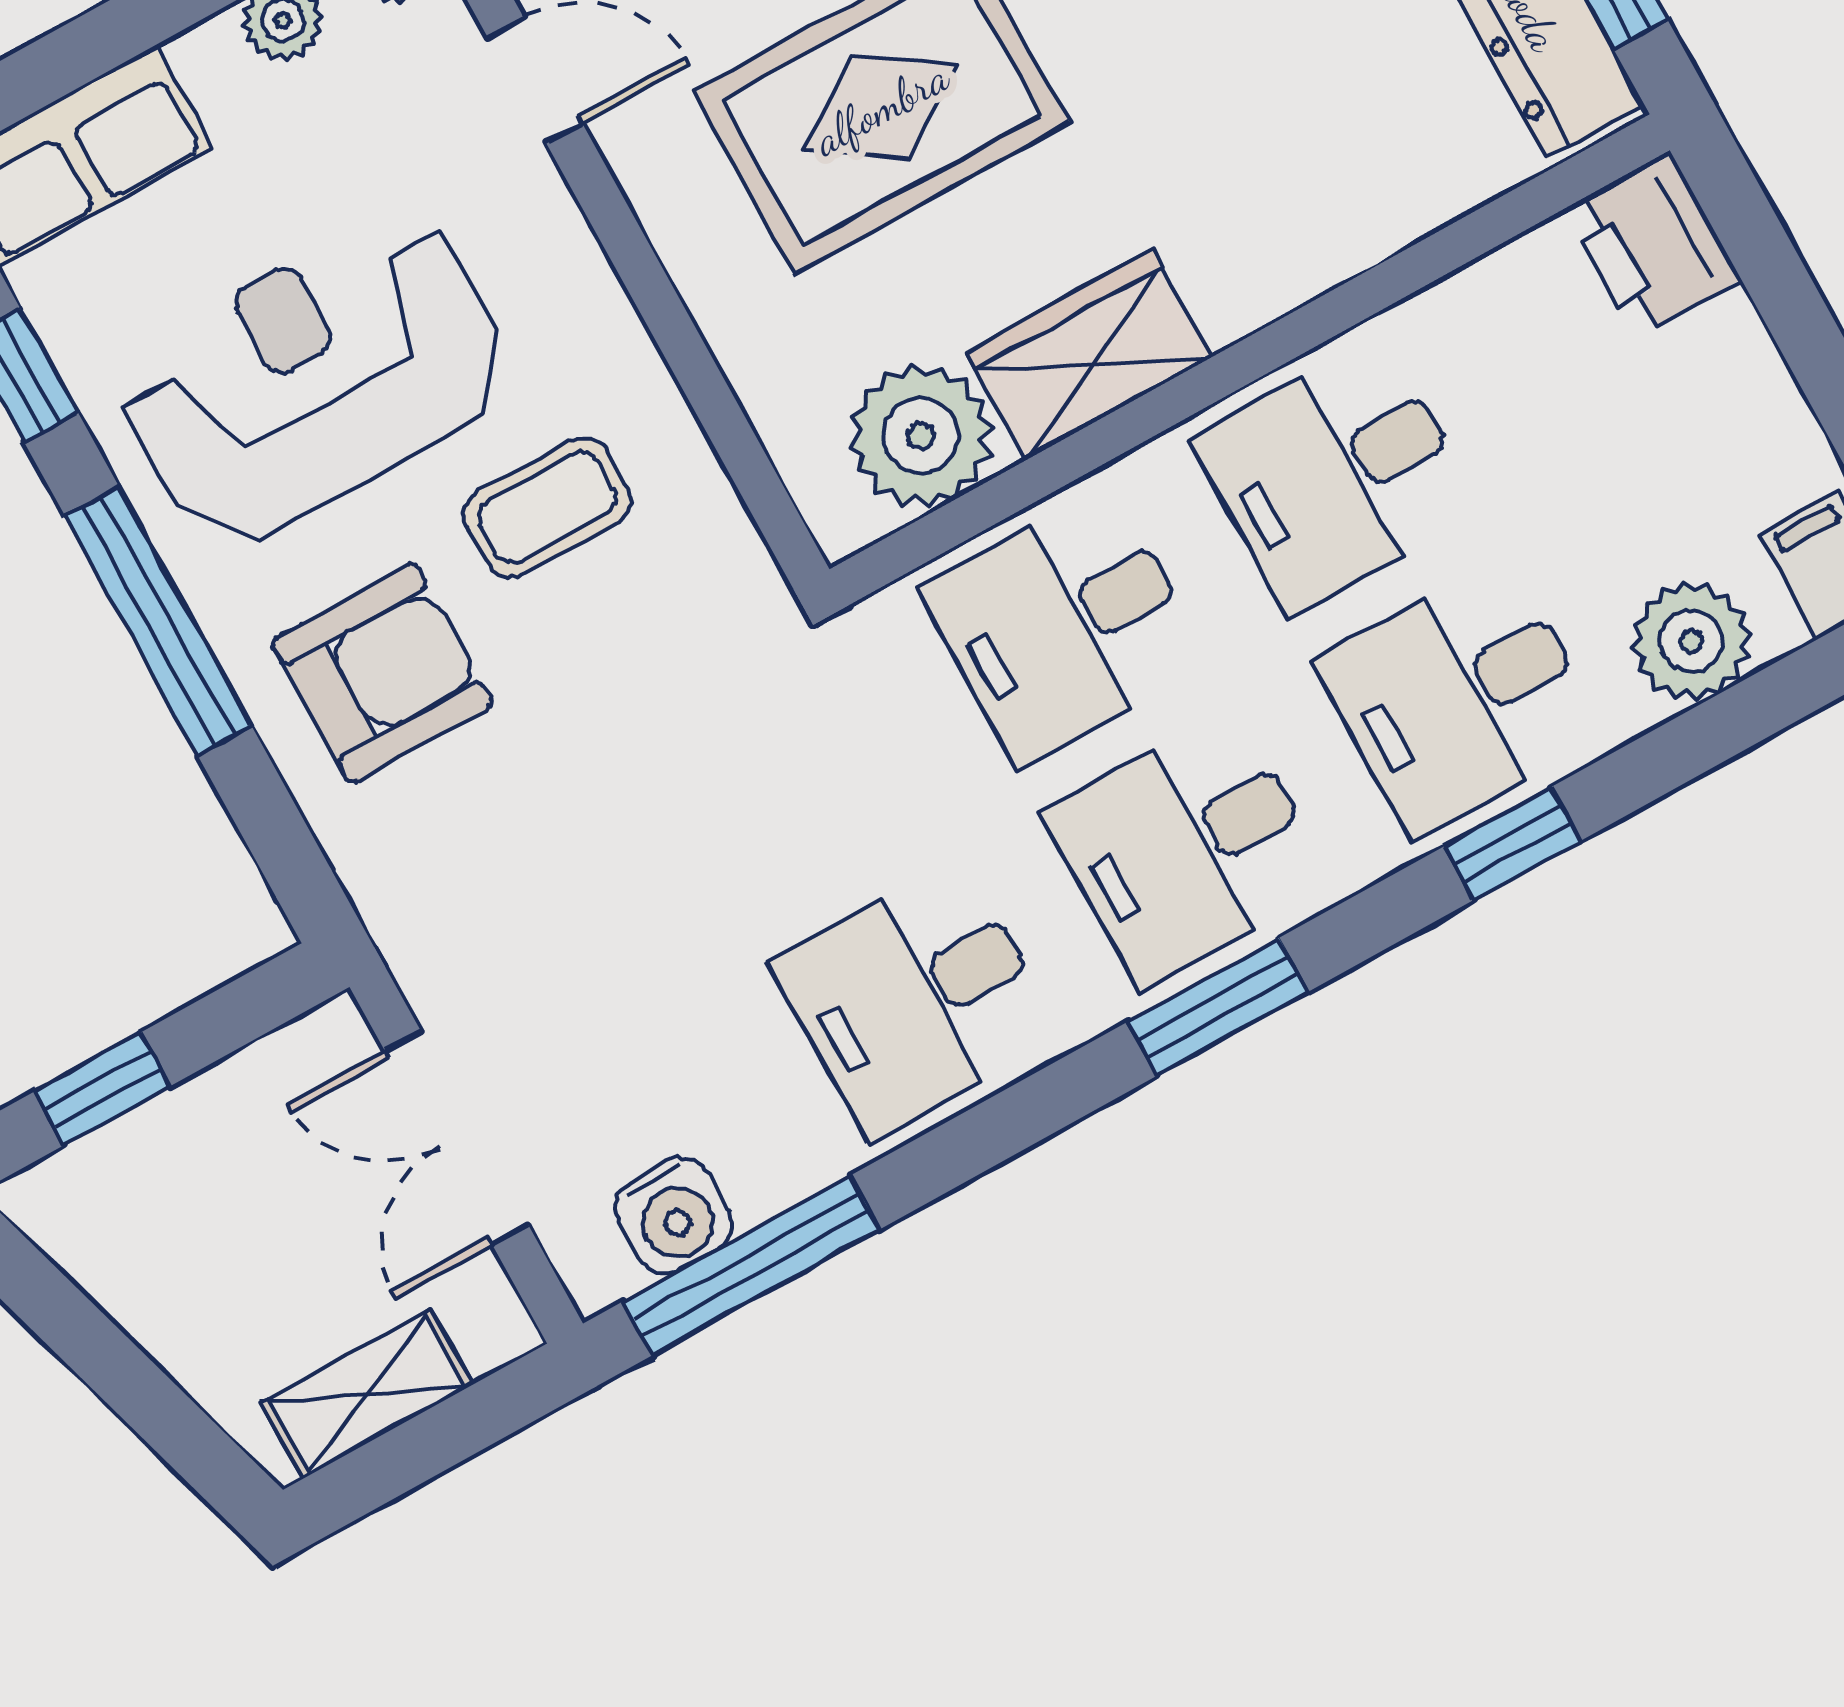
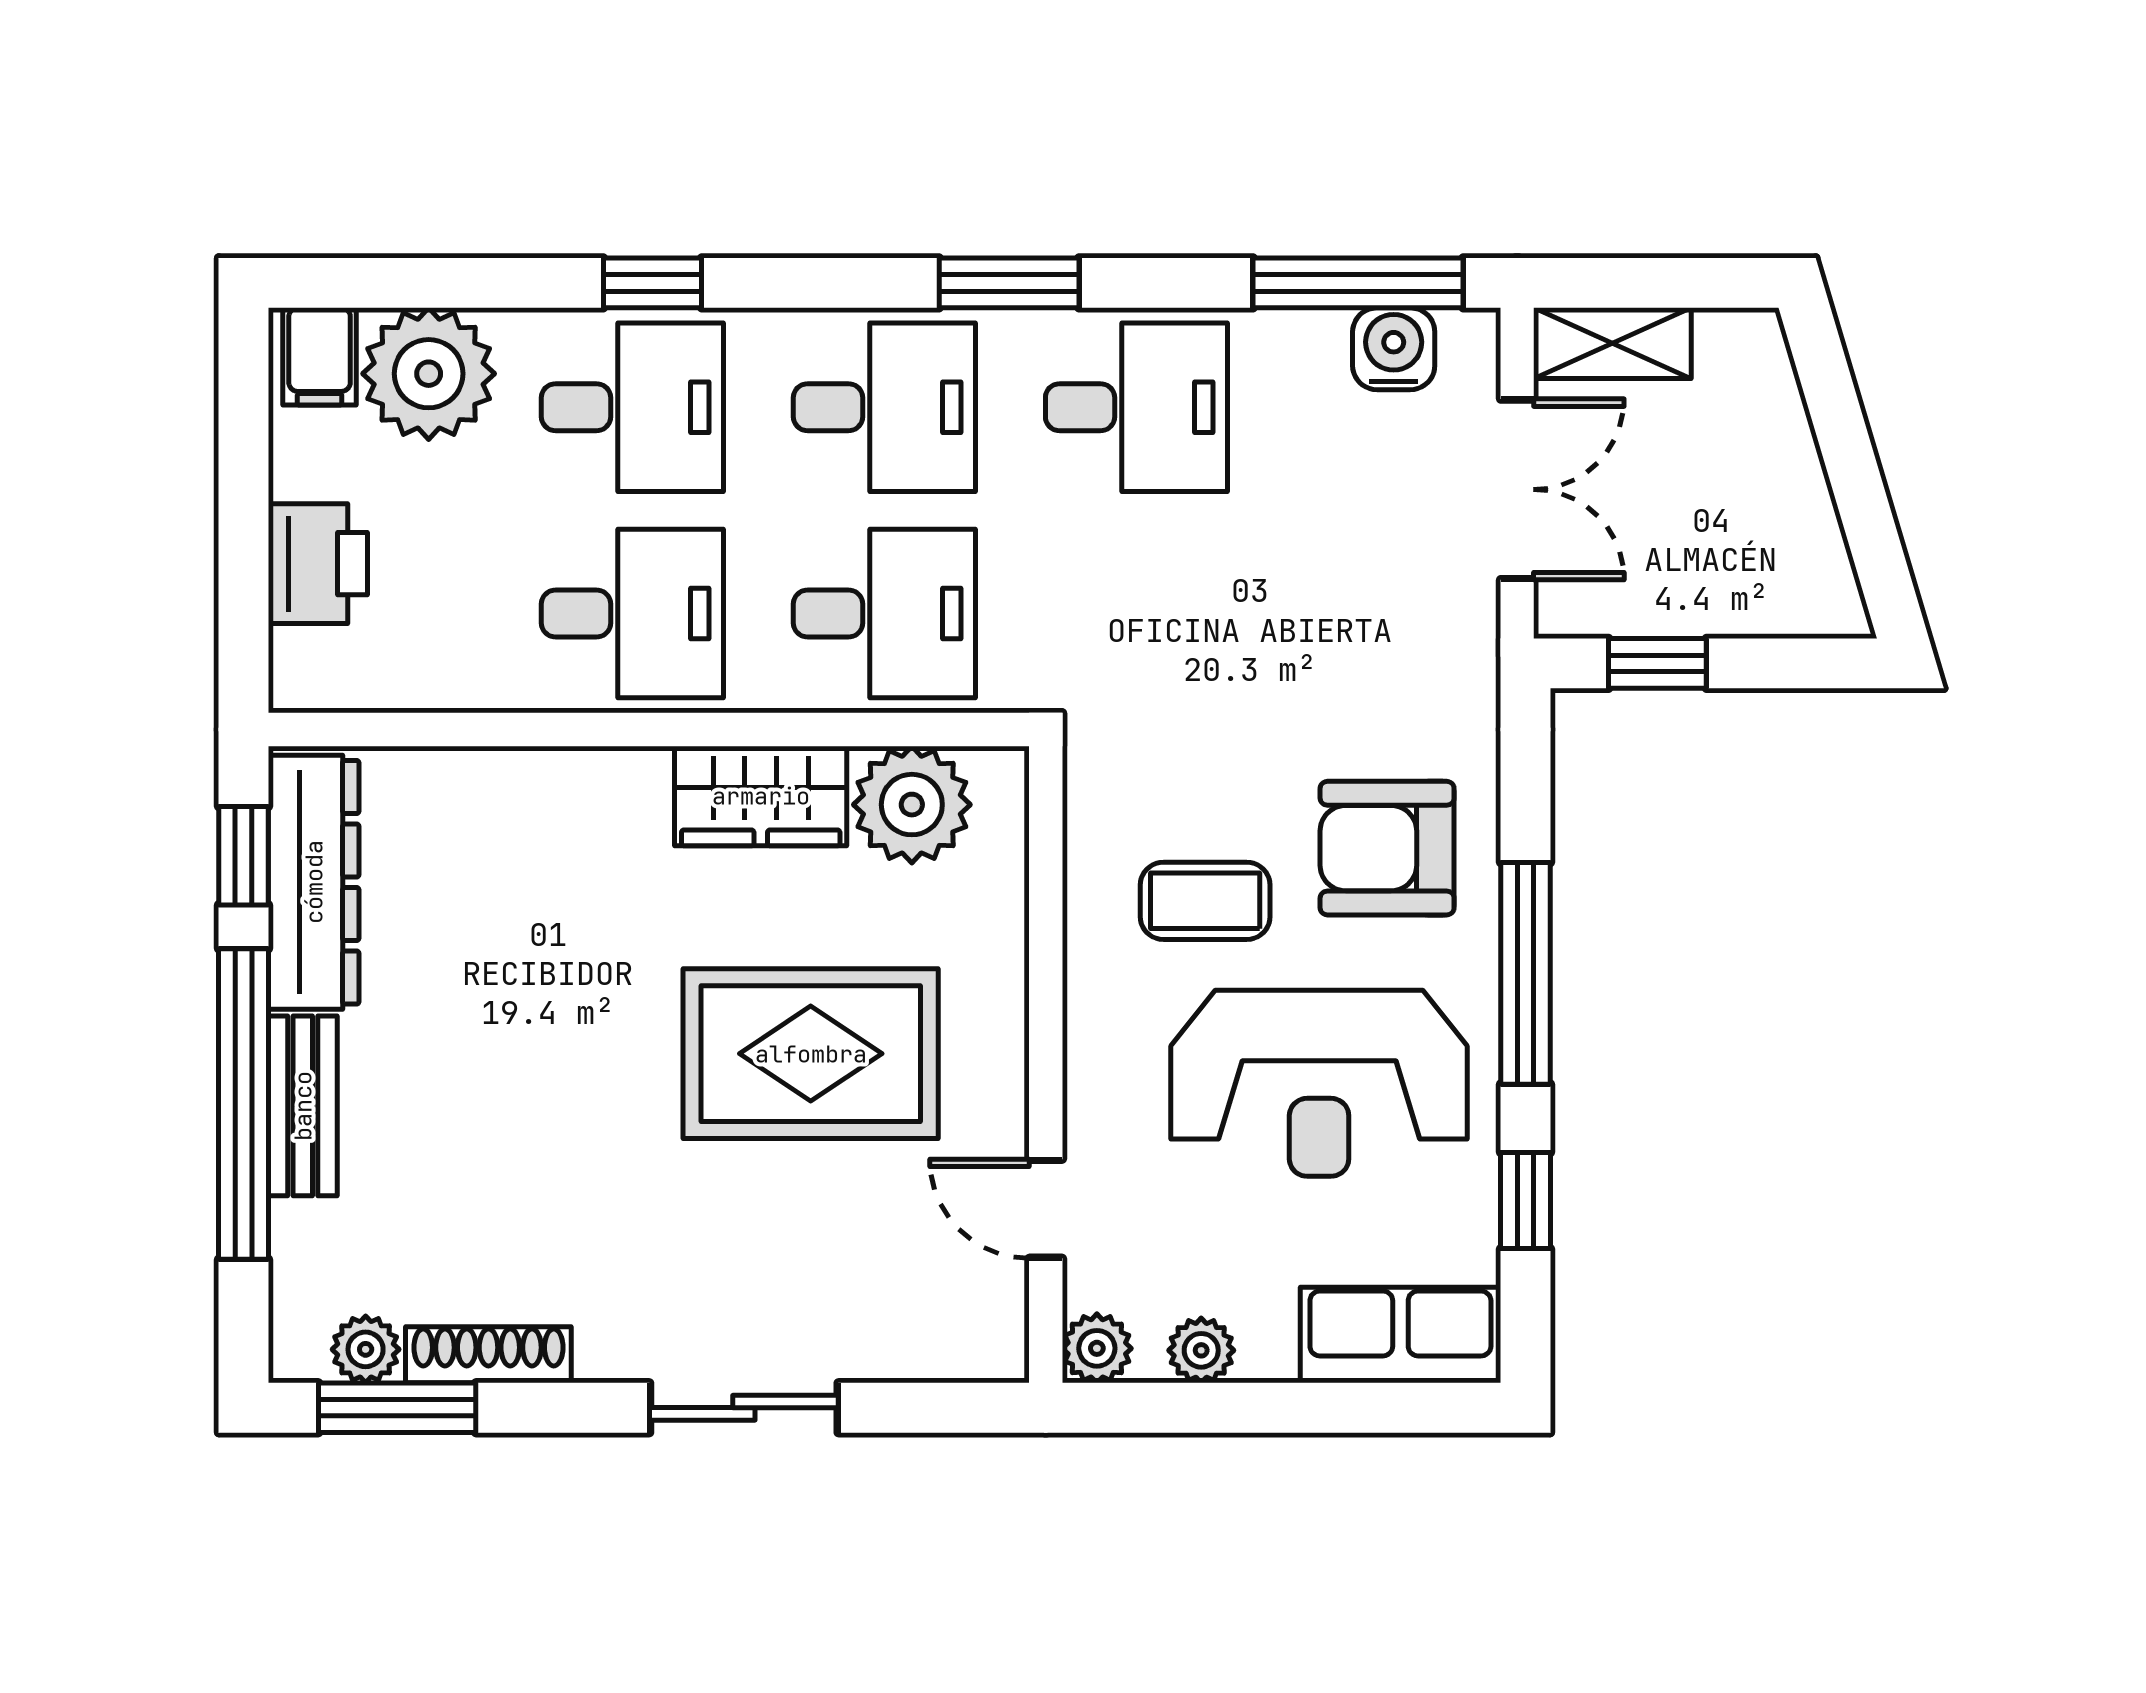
printer: (1652, 244) -> (318, 564), moved
plant: (1691, 641) -> (429, 374), width x1.36, depth x1.36
window: (1218, 1007) -> (1009, 283), moved
window: (102, 1089) -> (1657, 663), moved
shelving: (367, 1394) -> (1612, 343), moved

